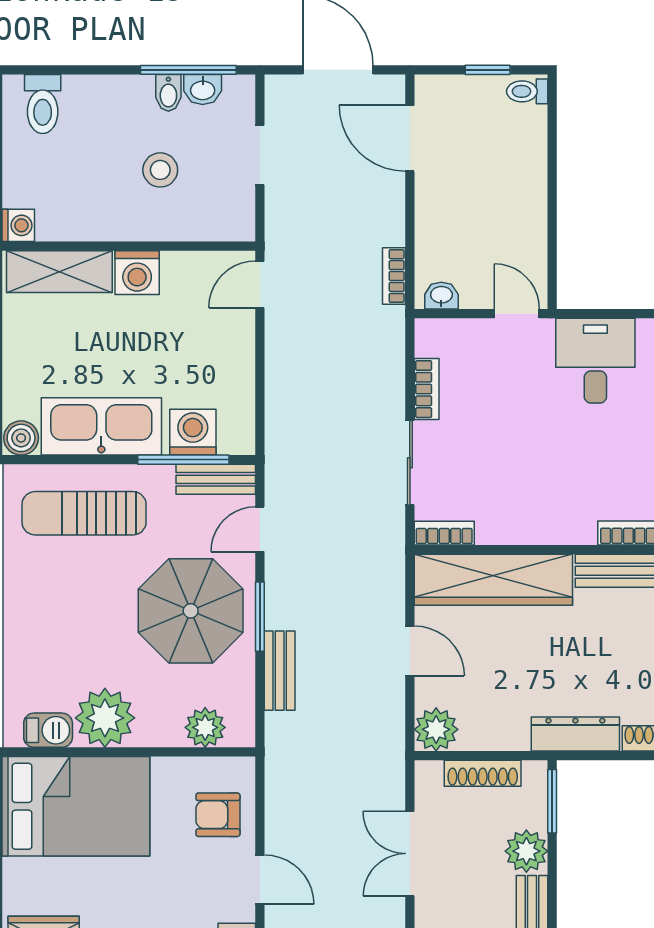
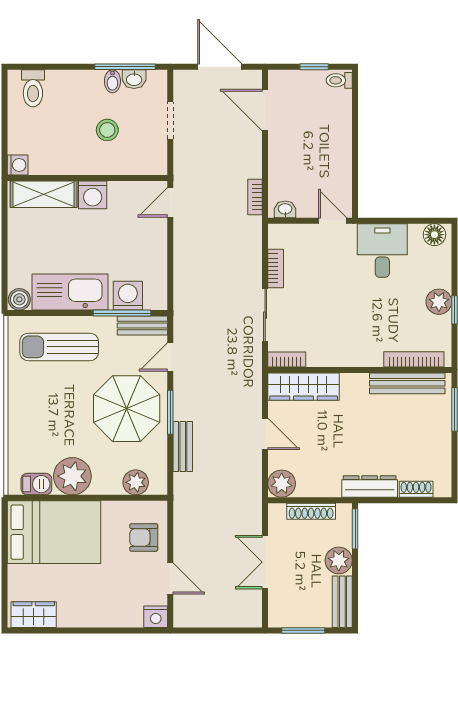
wardrobe: (493, 580) -> (304, 387), width x0.71, depth x0.85

